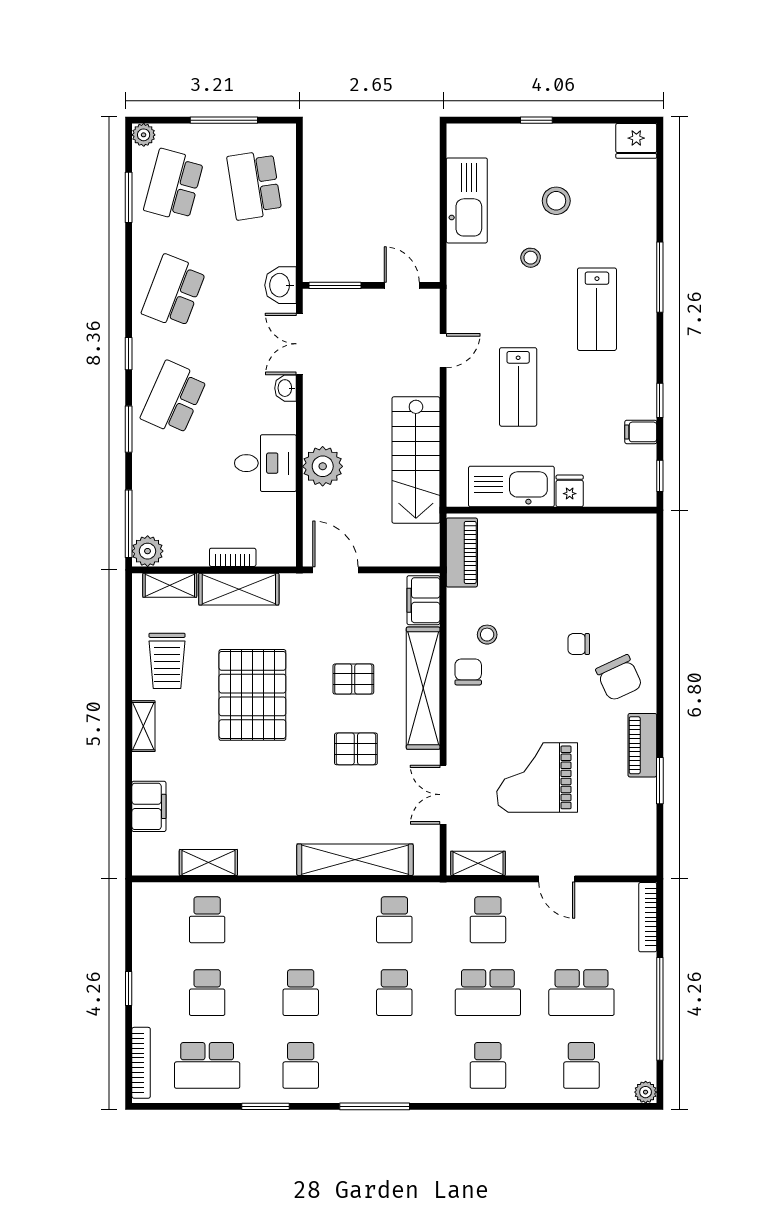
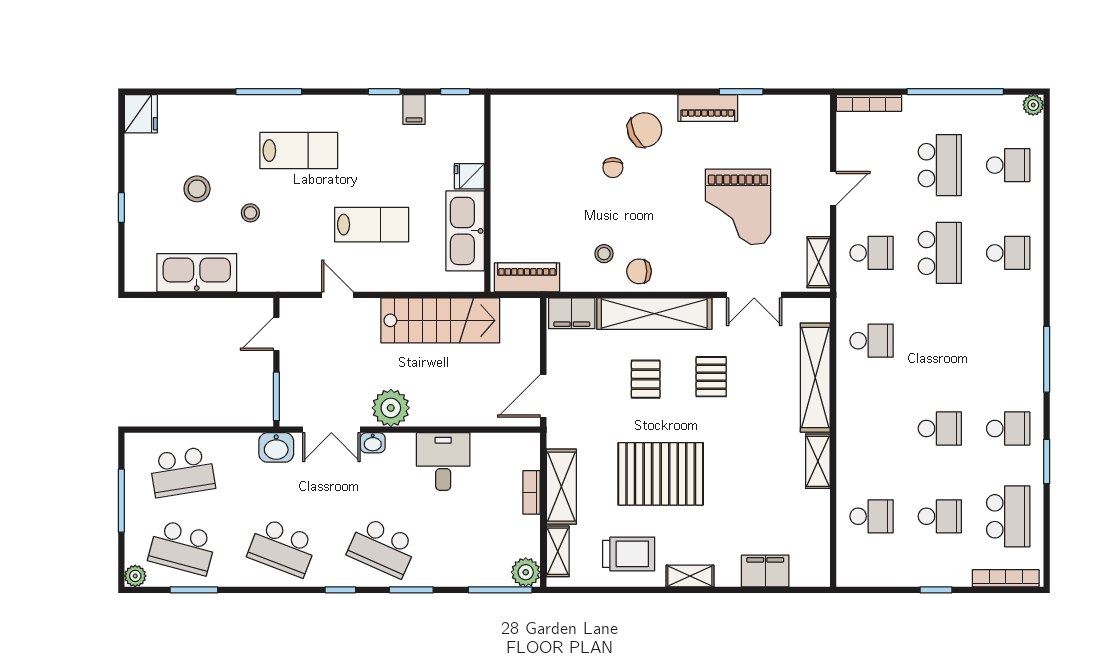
plant: (323, 466) -> (391, 408), moved
shelving: (208, 862) -> (818, 461), moved
school desk: (394, 993) -> (940, 341), removed

